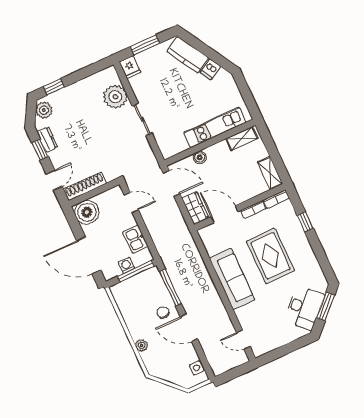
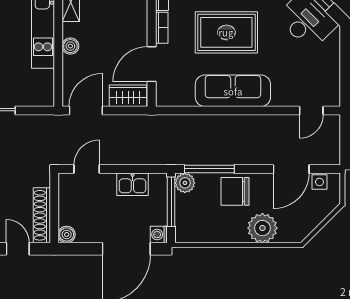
boiler: (200, 157) -> (70, 46), moved
boiler: (87, 212) -> (67, 234), width x0.54, depth x0.54
washing machine: (126, 265) -> (159, 235), moved
plant: (153, 275) -> (185, 183), added
chair: (163, 312) -> (235, 191), width x1.87, depth x1.87
door: (189, 328) -> (291, 169), moved
plant: (142, 345) -> (262, 228), width x1.88, depth x1.88

